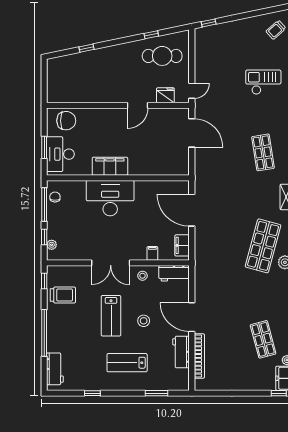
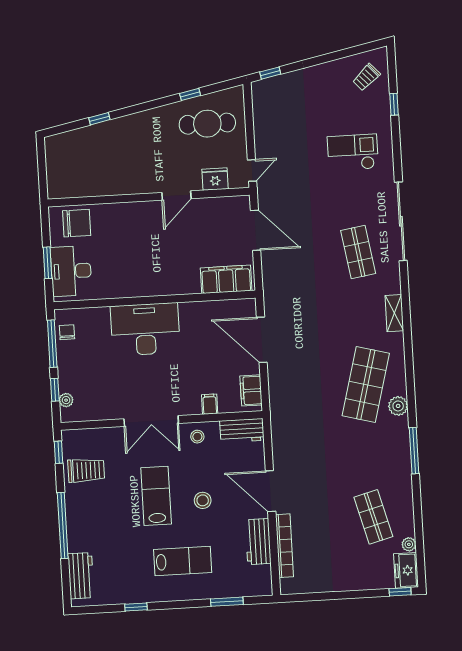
filing cabinet: (110, 166) -> (226, 279), moved
lab bench: (111, 316) -> (156, 496), turned 180
lab bench: (127, 363) -> (183, 561), turned 180

